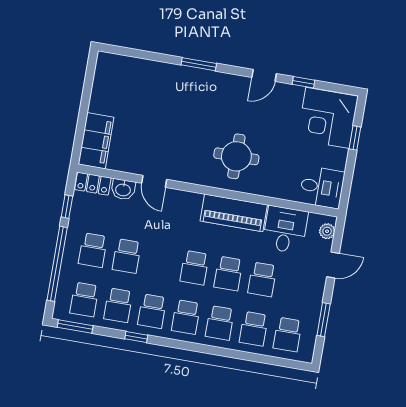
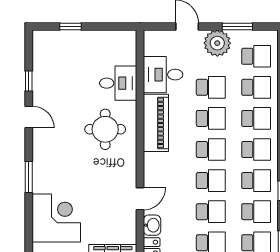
corner desk: (328, 118) -> (56, 218), moved, turned -90
desk: (322, 187) -> (118, 83), moved, turned 90
plant: (327, 231) -> (217, 43), moved, width x1.88, depth x1.88
school desk: (161, 262) -> (211, 181), added

